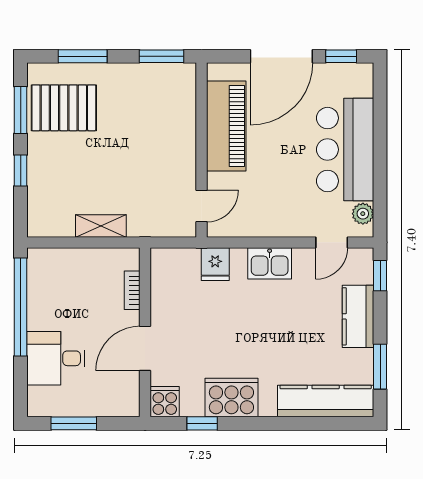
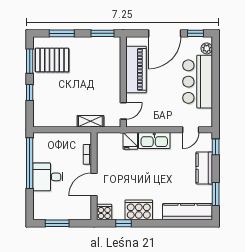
plant: (363, 214) -> (207, 48), moved
shelving: (101, 226) -> (90, 121), moved
kitchen sink: (270, 263) -> (154, 141), width x1.38
desk: (56, 358) -> (48, 177), moved

